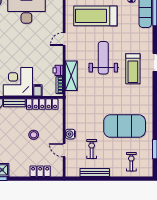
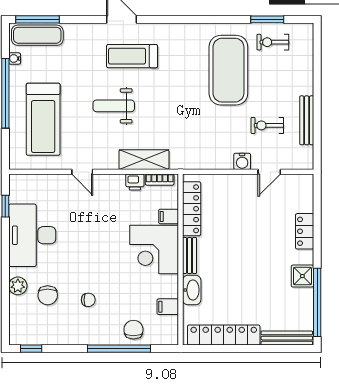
weight bench: (103, 58) -> (114, 106), width x0.73, depth x0.75
treadmill: (133, 69) -> (132, 56), turned 180
stool: (34, 135) -> (243, 223), removed
exercise bike: (131, 162) -> (273, 42), moved
locker: (40, 171) -> (305, 231), moved

